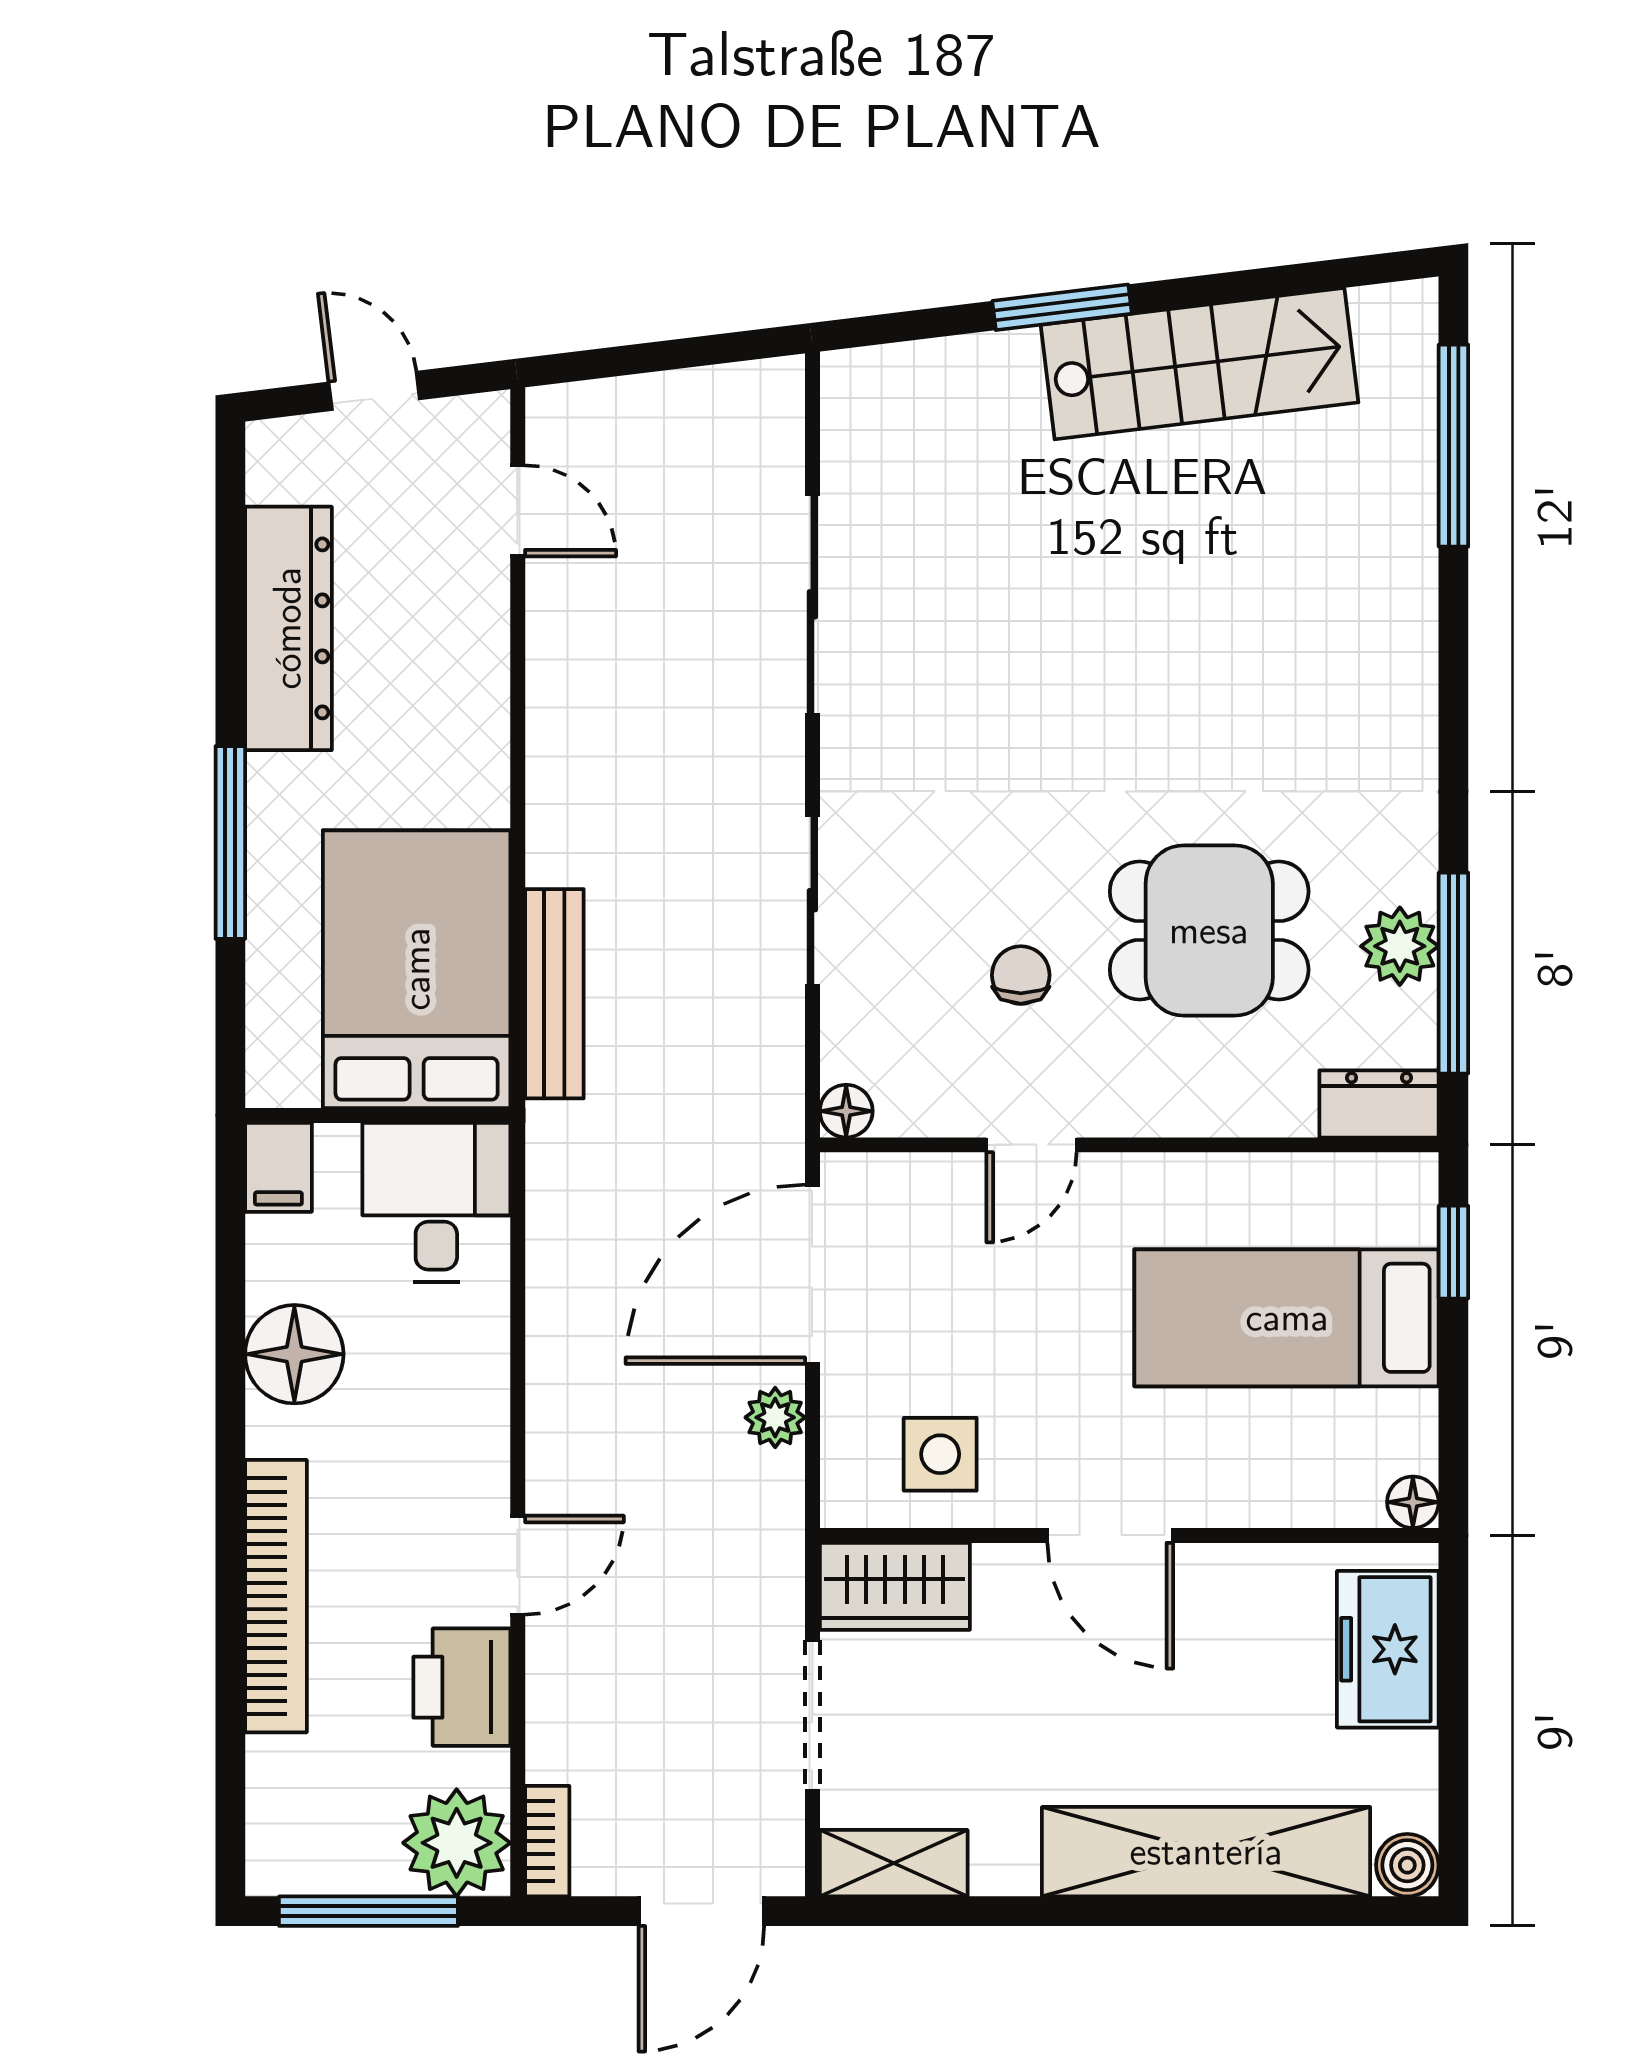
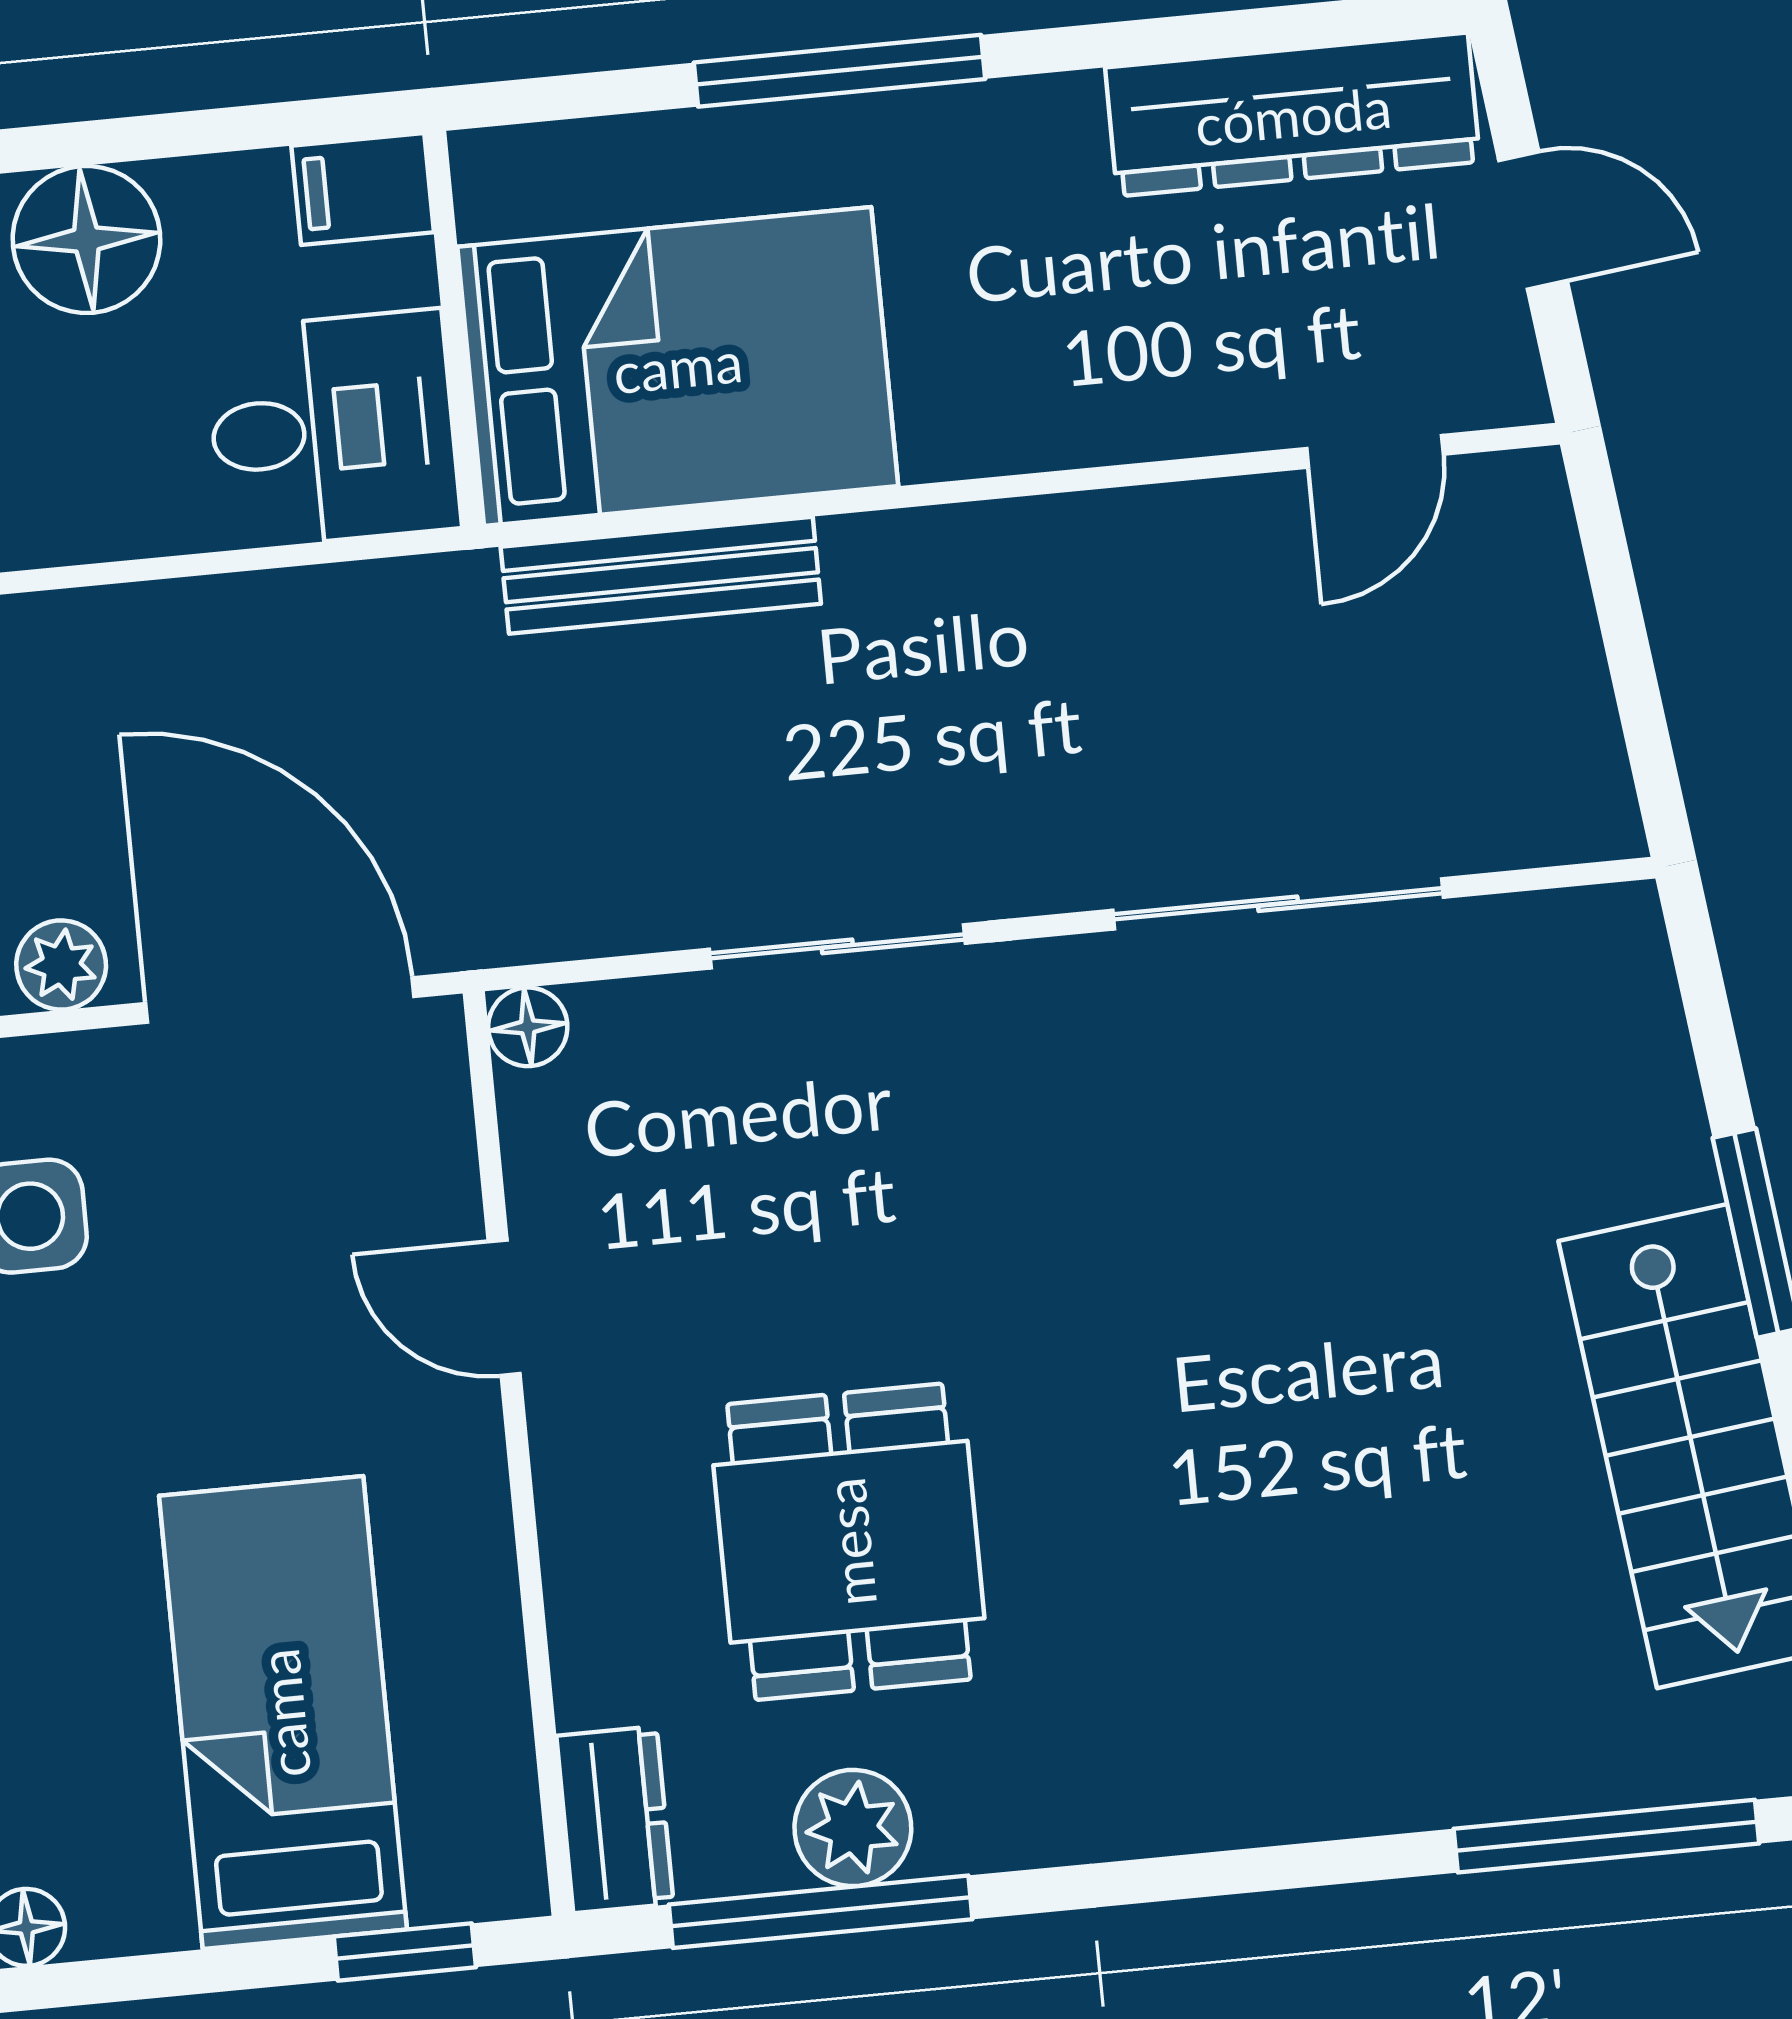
door: (374, 391) -> (1533, 220), hinge flipped
dresser: (288, 628) -> (1293, 115), moved
chair: (1021, 975) -> (756, 1267), removed

